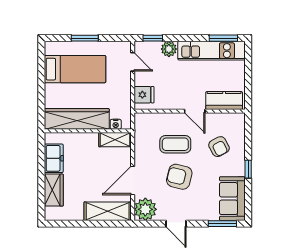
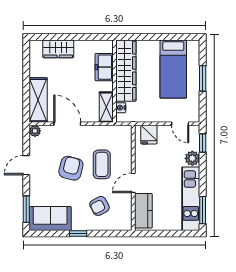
door: (133, 62) -> (180, 124), hinge flipped
freezer: (54, 158) -> (104, 67), moved, turned 90
plant: (145, 209) -> (35, 131), width x0.53, depth x0.53

